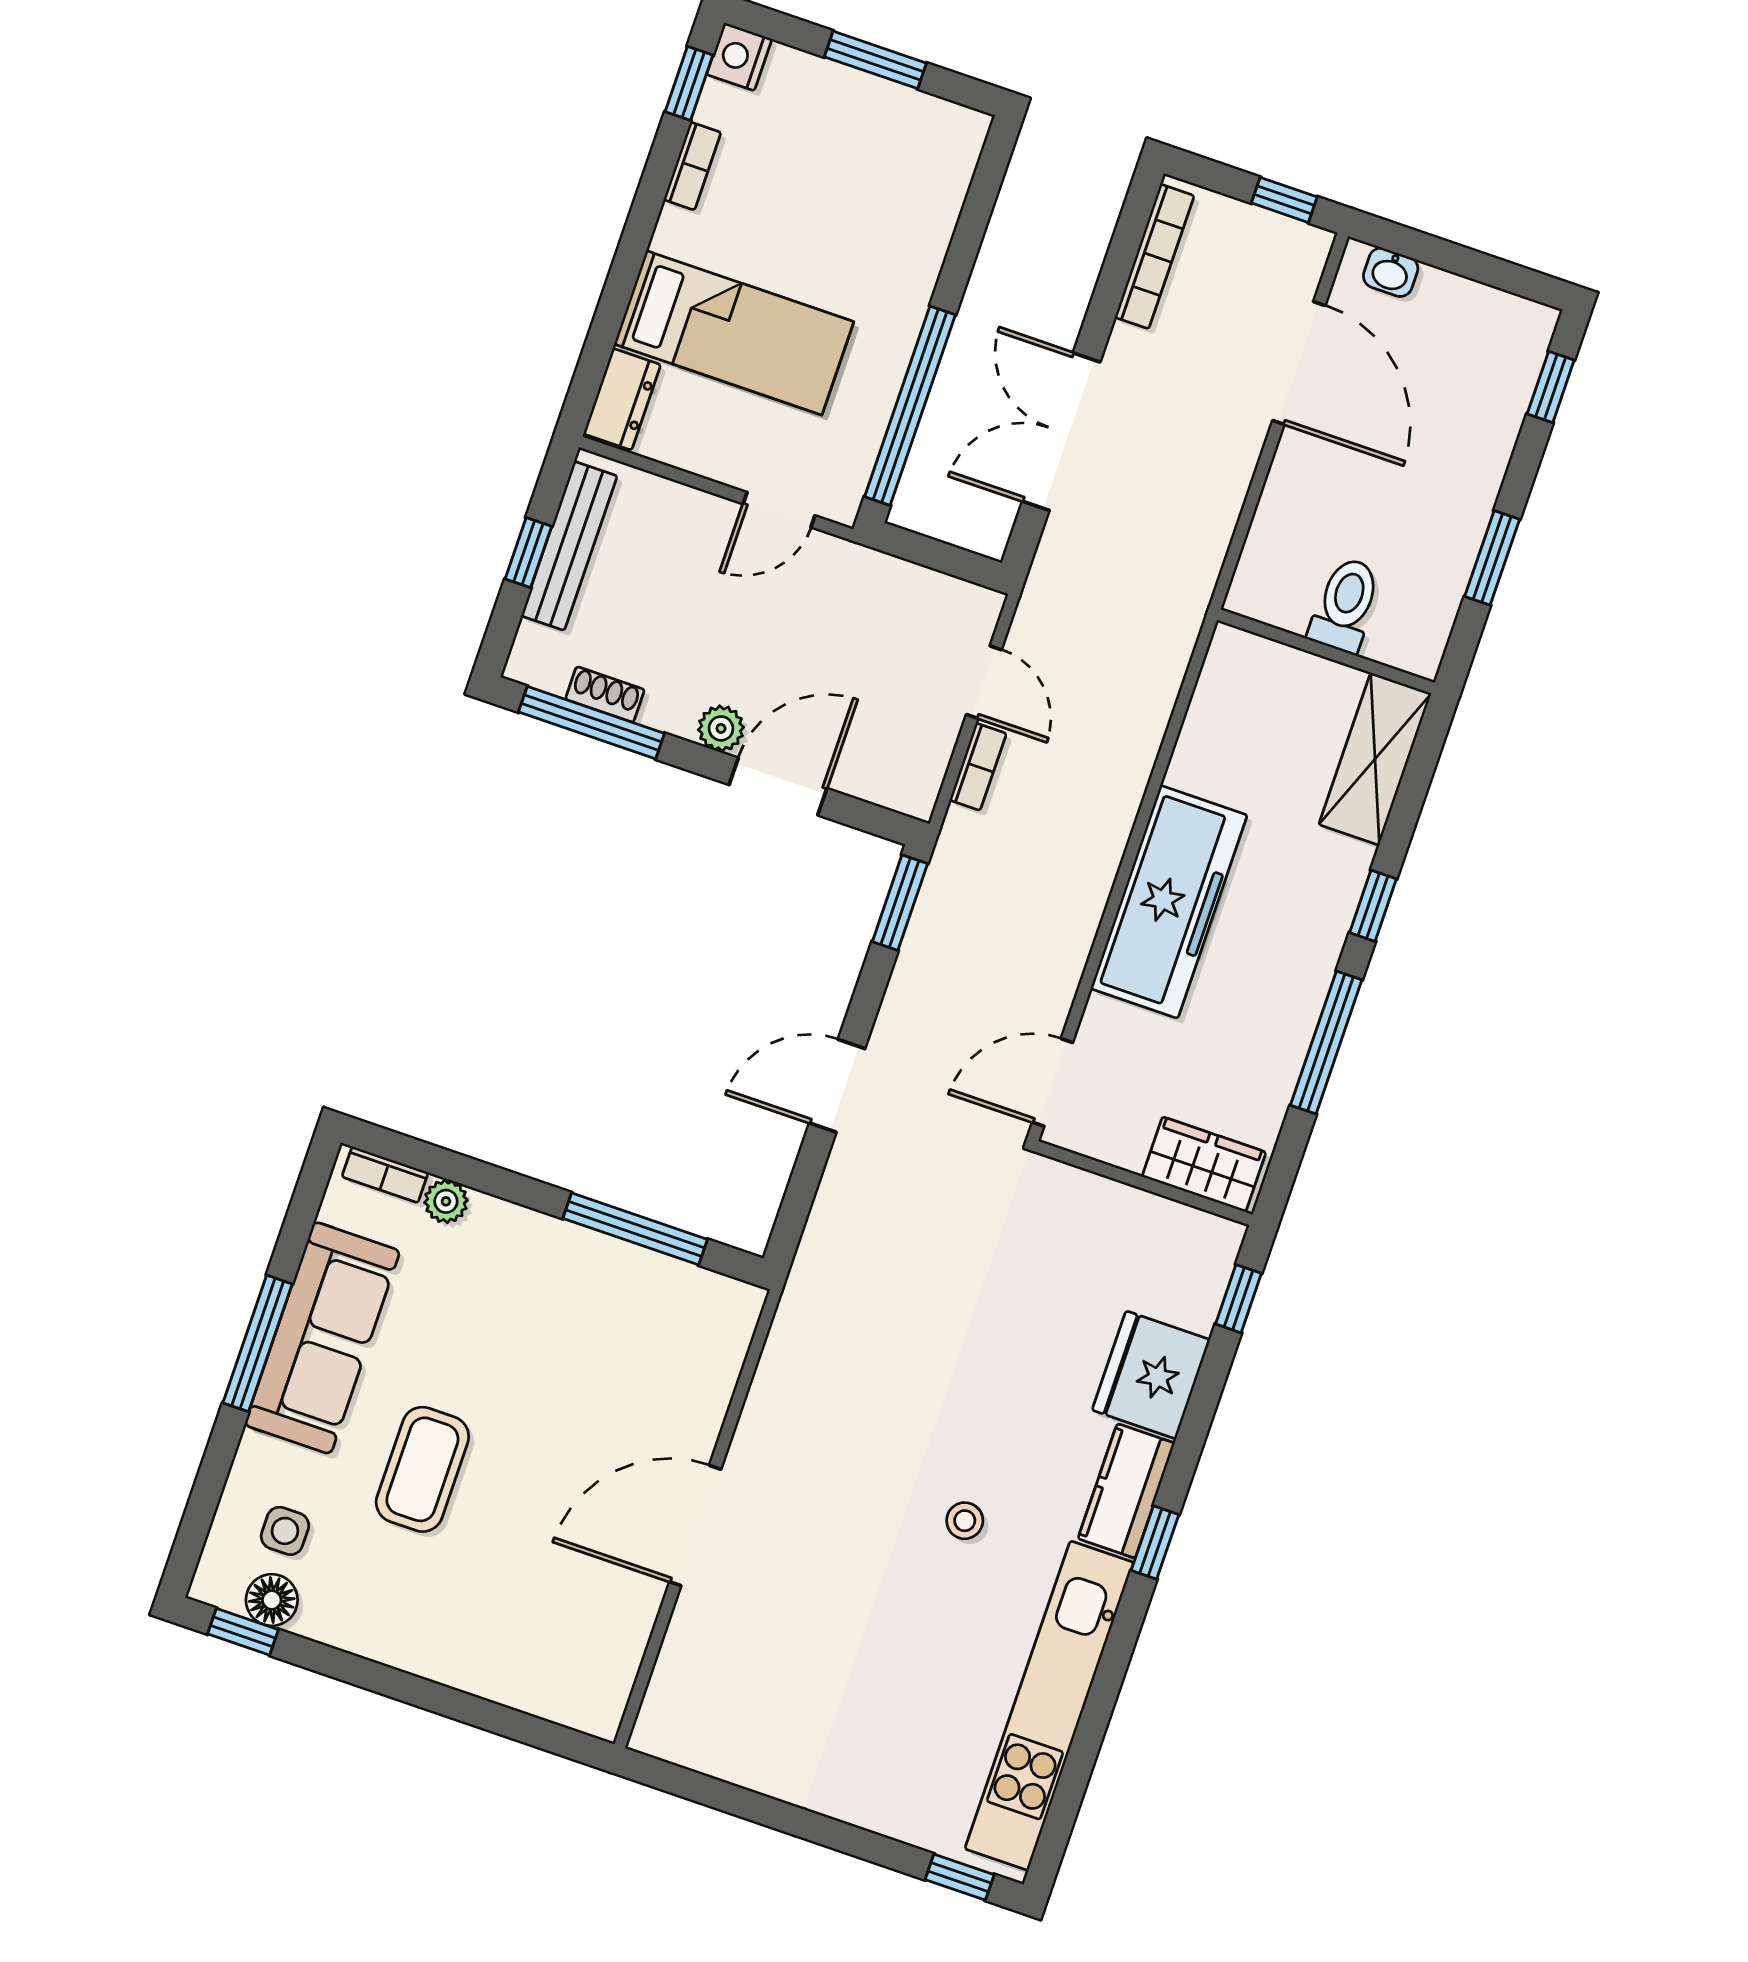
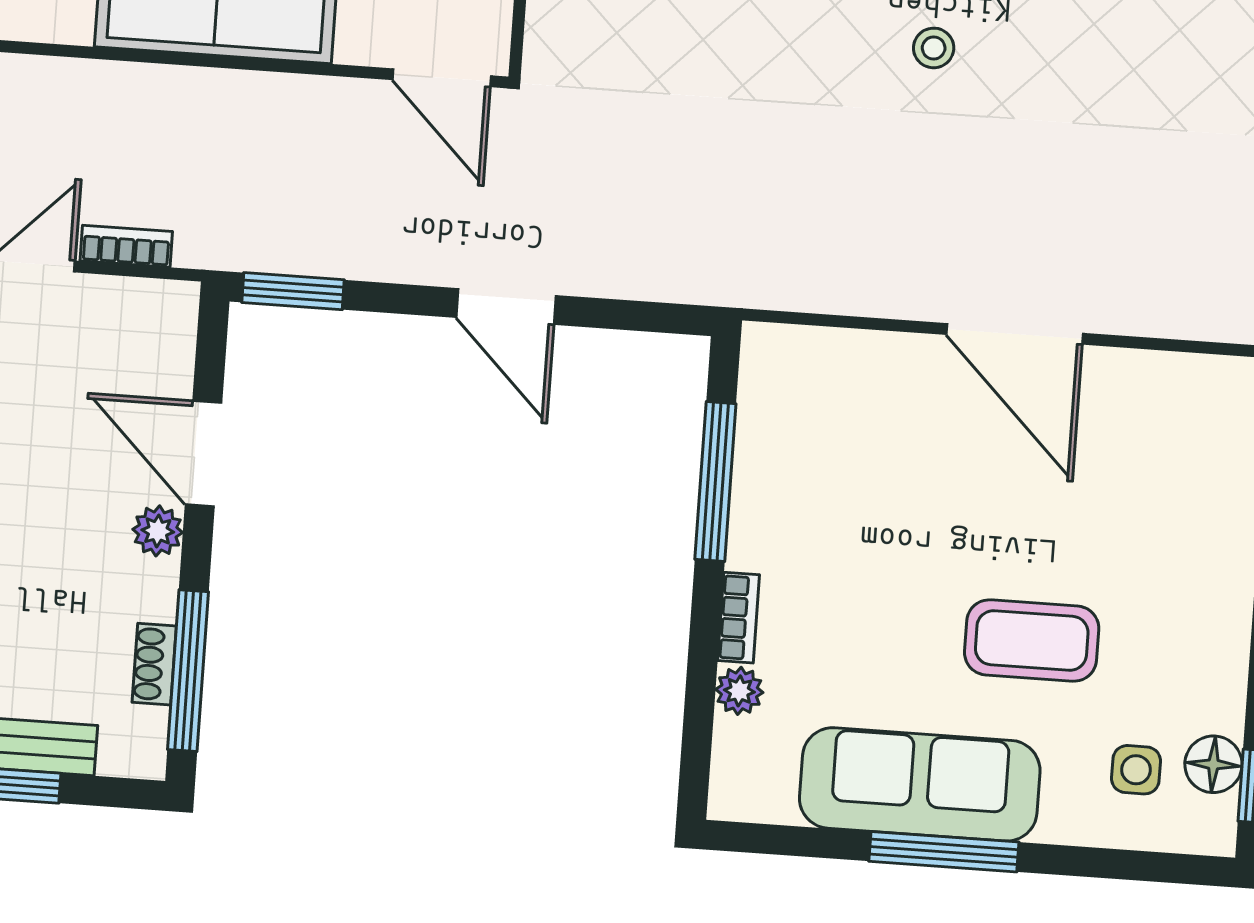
bookcase: (385, 1175) -> (738, 618), moved

